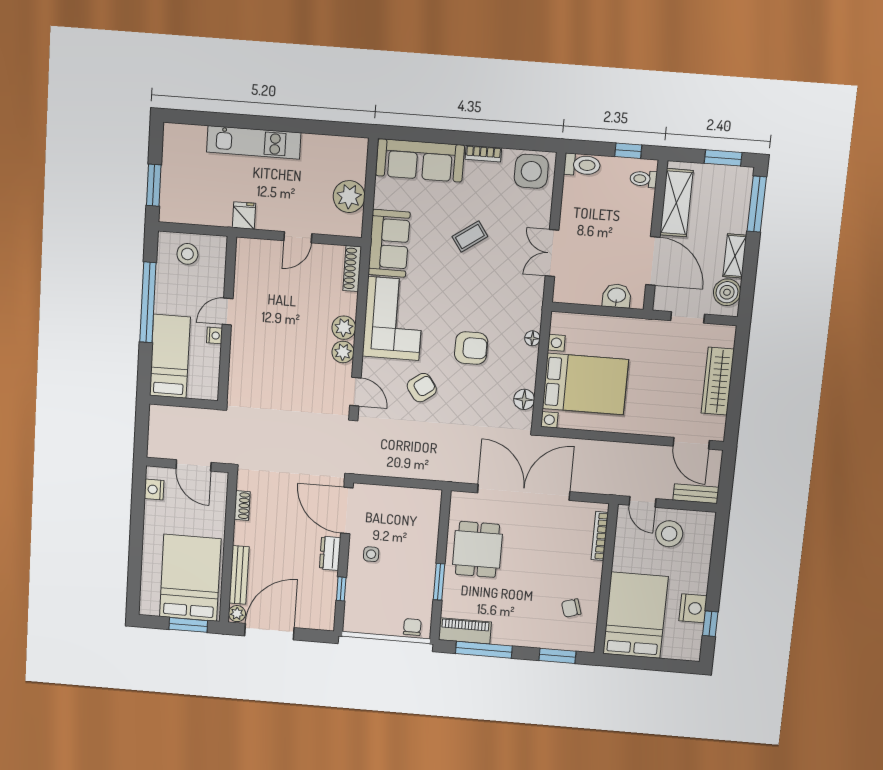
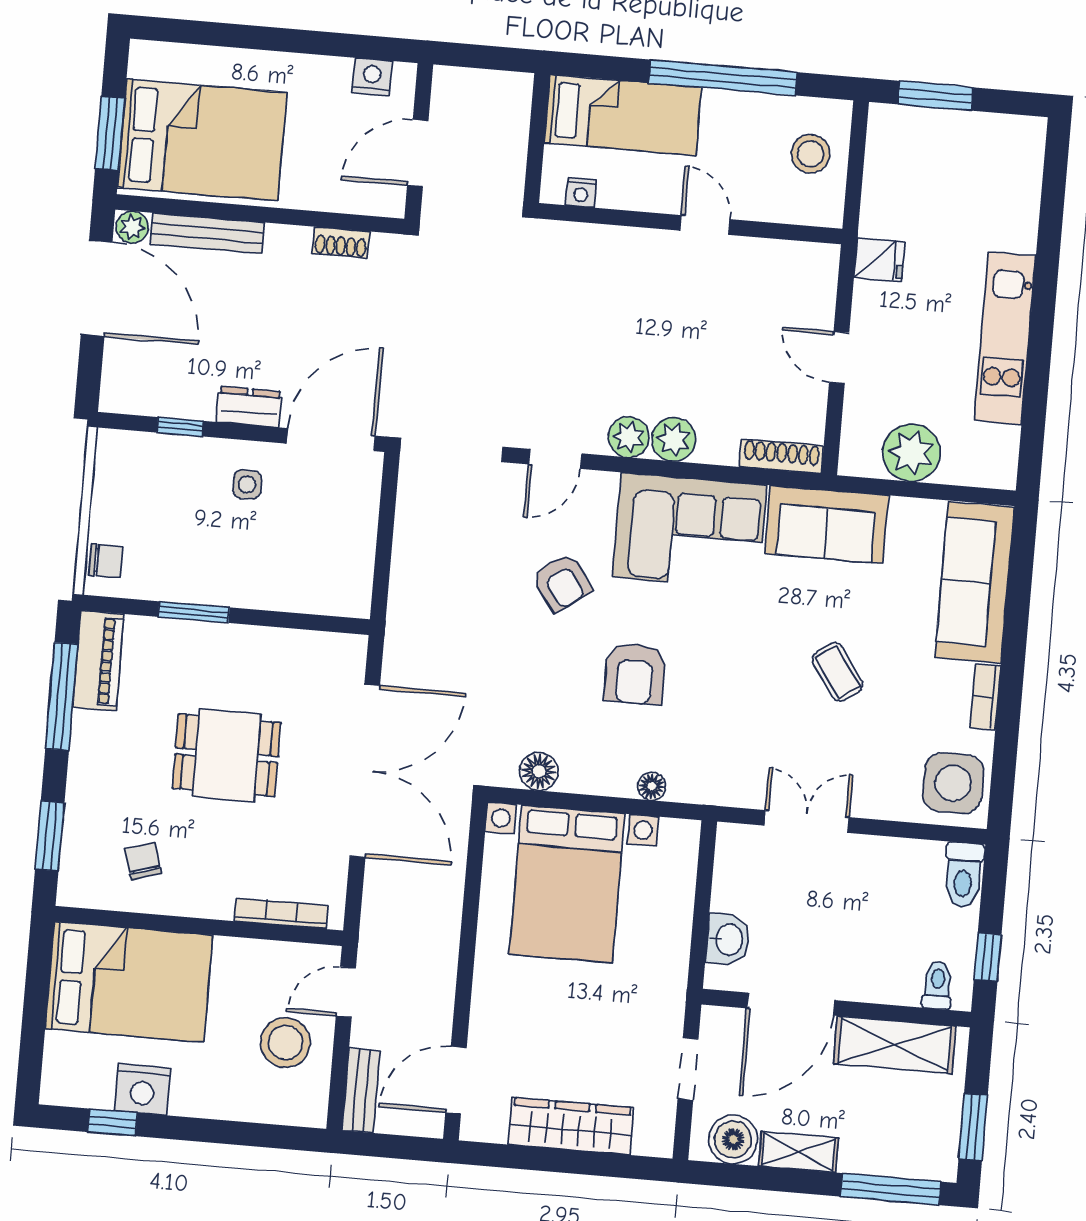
kitchen unit: (254, 142) -> (1005, 338), moved
nightstand: (214, 335) -> (581, 192), moved
dining table: (477, 549) -> (227, 755), moved

